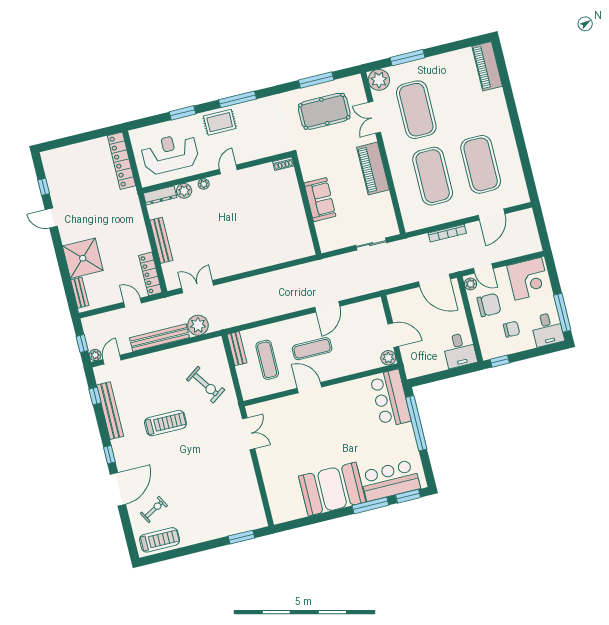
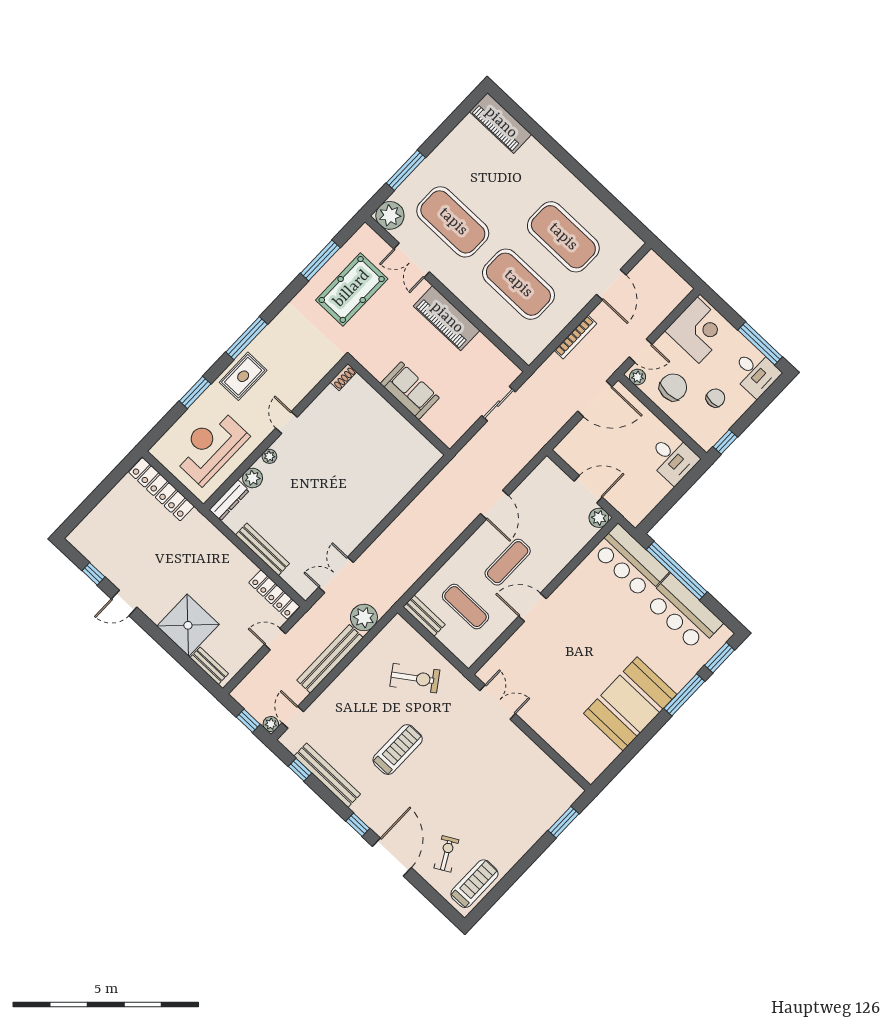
bar counter: (390, 480) -> (683, 613), moved, turned -90

